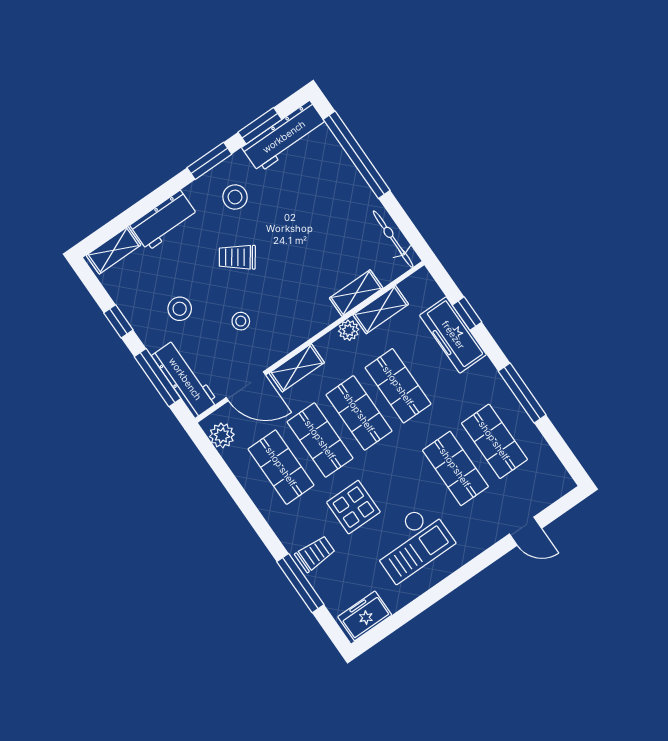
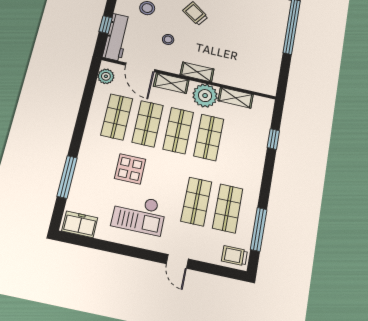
bicycle: (393, 239) -> (272, 75), removed
shelving: (356, 293) -> (197, 72), moved
plant: (349, 330) -> (205, 96), width x1.87, depth x1.87
freezer: (453, 335) -> (257, 142), removed
window: (158, 378) -> (106, 25), width x0.46
window: (522, 393) -> (259, 229), moved
door: (525, 531) -> (177, 261), moved
trolley: (315, 554) -> (234, 256), moved, turned 180

